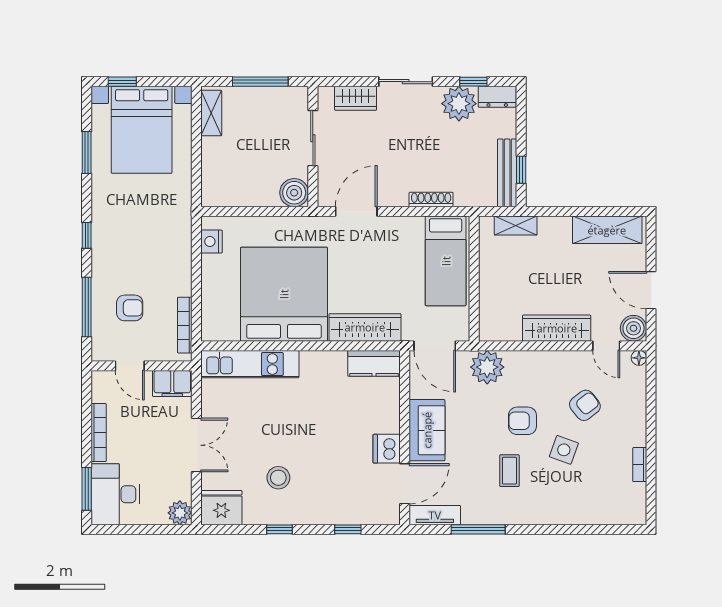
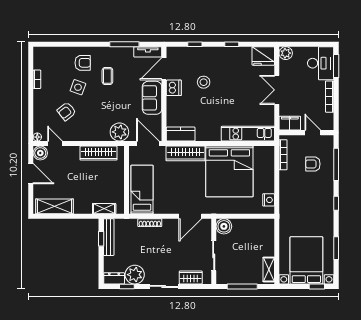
wardrobe: (557, 328) -> (99, 153), moved
armchair: (522, 421) -> (83, 63), moved
stool: (278, 478) -> (204, 82), moved

